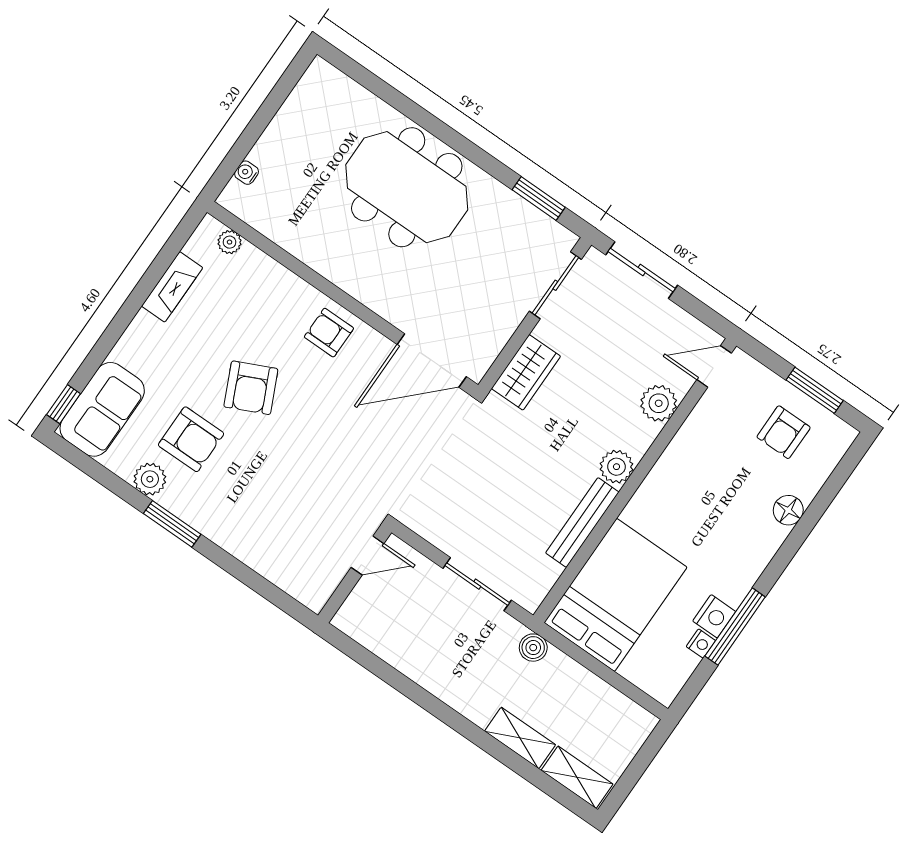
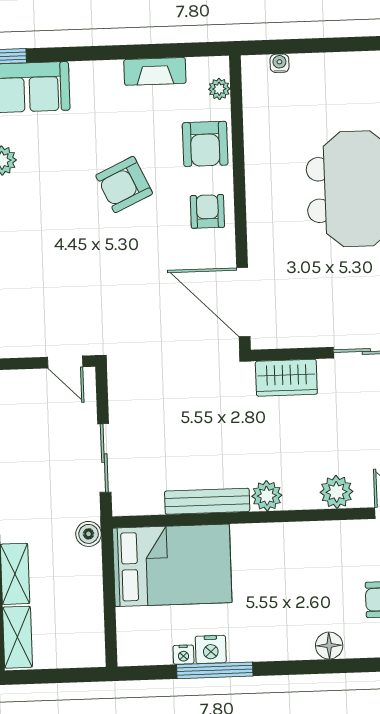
armchair: (191, 439) -> (205, 144), moved

